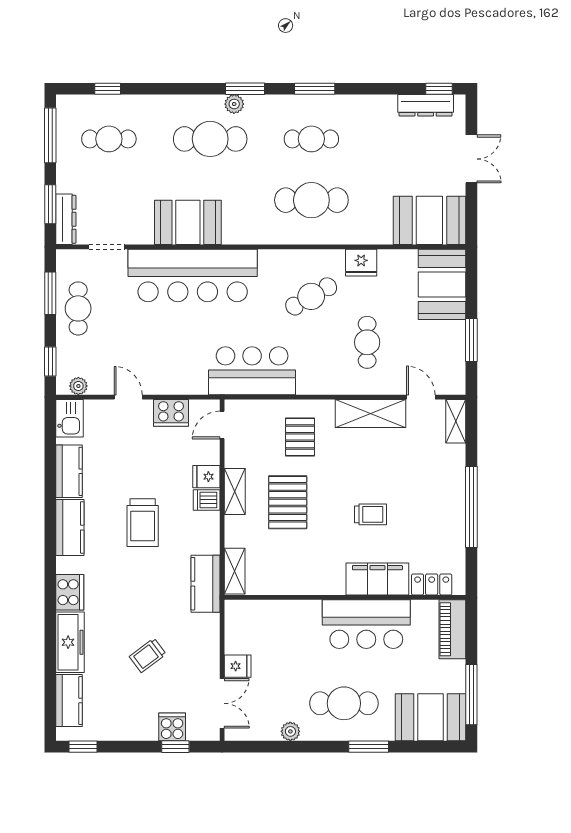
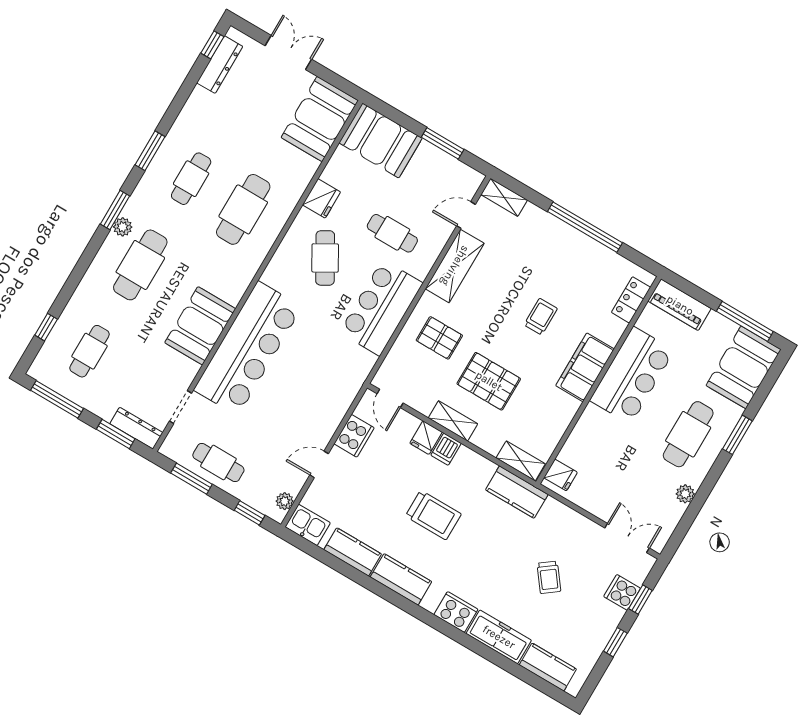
bar counter: (252, 371) -> (381, 308), moved
filing cabinet: (377, 579) -> (585, 367), moved
fridge: (238, 666) -> (561, 475), moved, turned 90
window: (83, 747) -> (615, 642), moved

